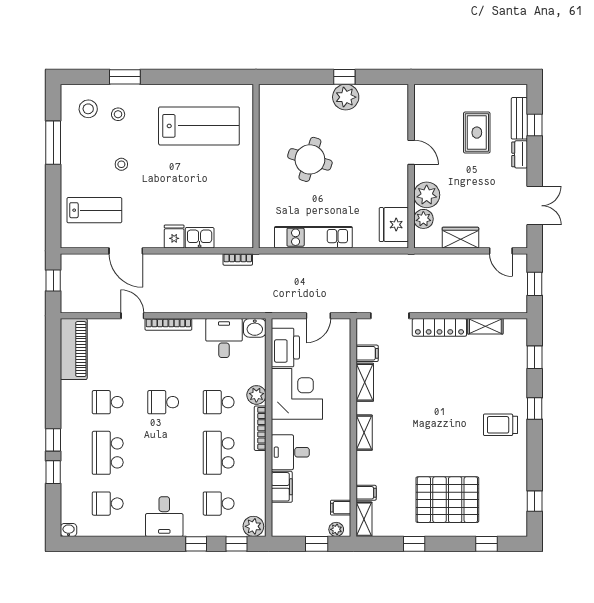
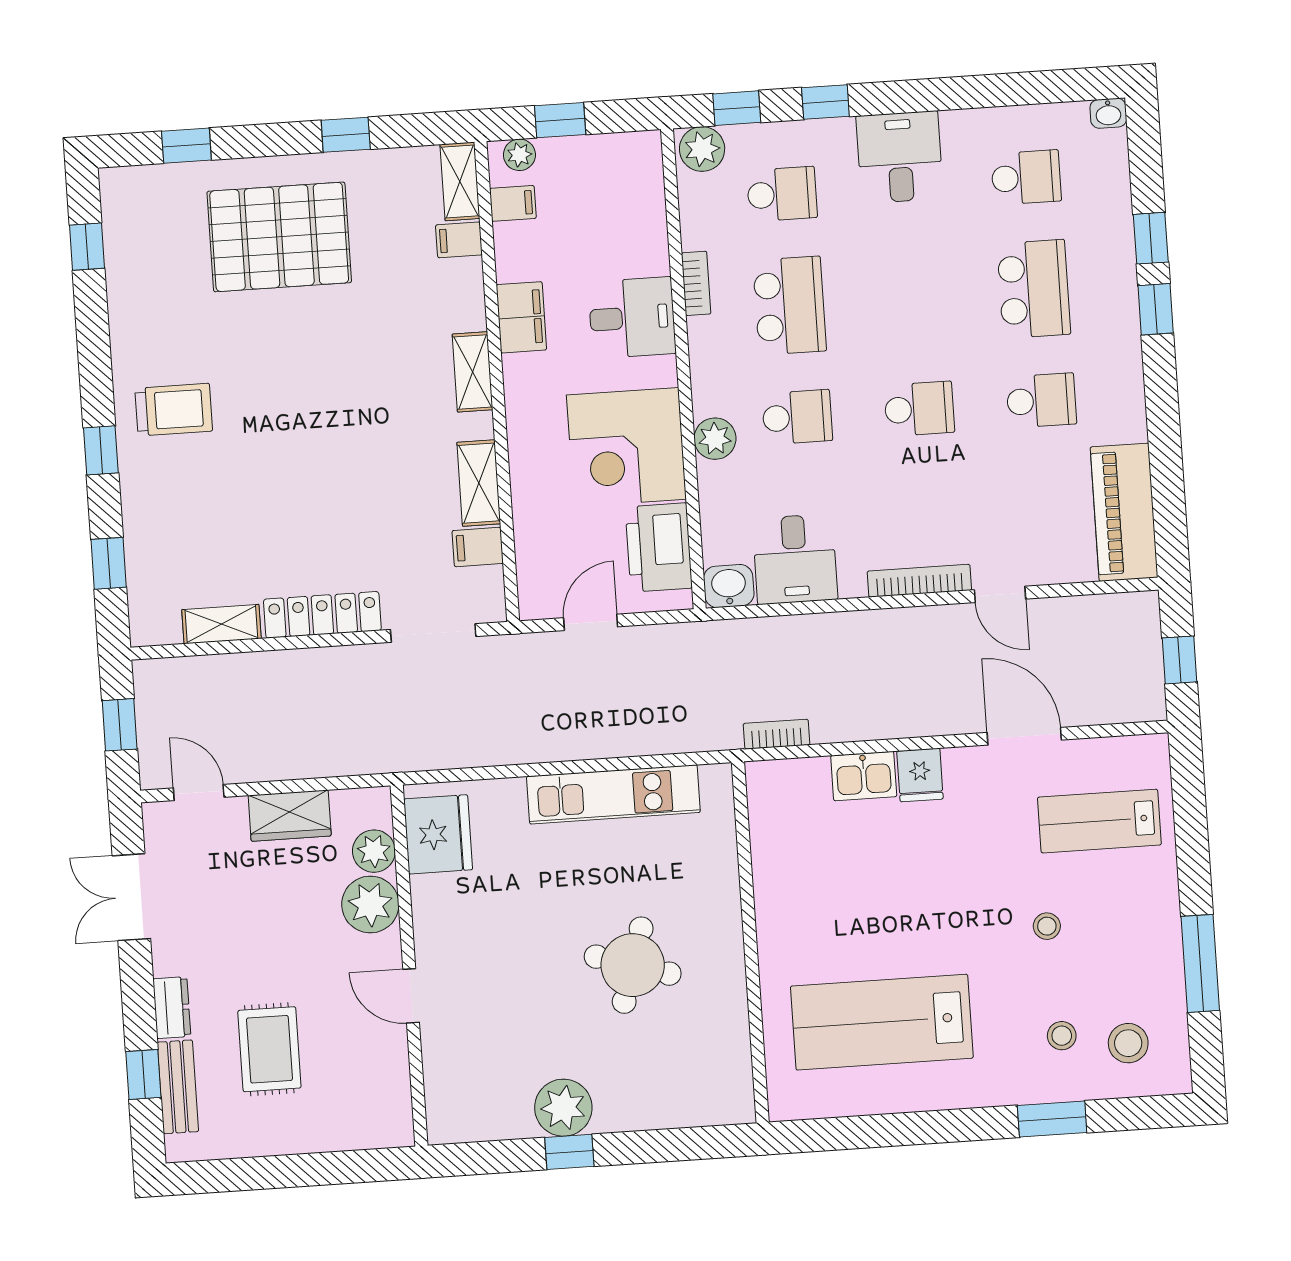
bookcase: (260, 428) -> (696, 283), moved, width x0.64
filing cabinet: (282, 487) -> (521, 317), moved, turned 180

